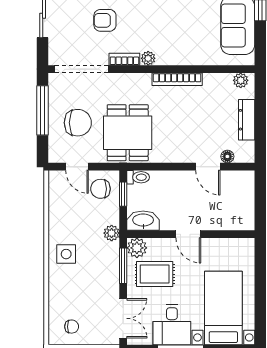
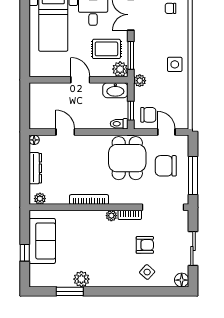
floor lamp: (227, 156) -> (34, 140), moved

